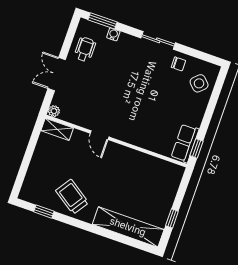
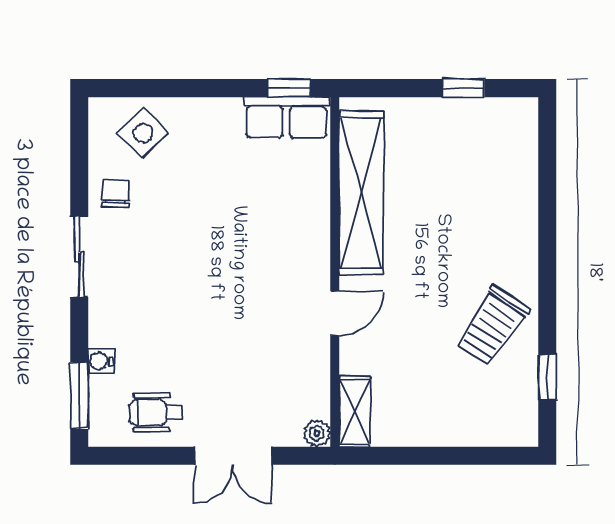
shelving: (128, 227) -> (361, 193), moved

